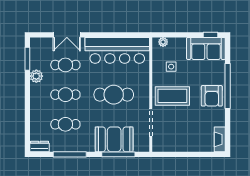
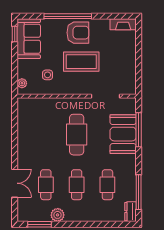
bar counter: (117, 50) -> (31, 131), removed
coffee table: (172, 96) -> (81, 62), moved, turned 90
window: (70, 154) -> (139, 192), moved

